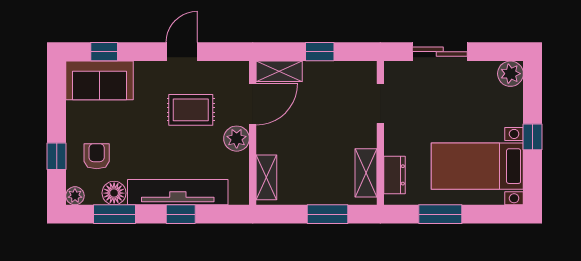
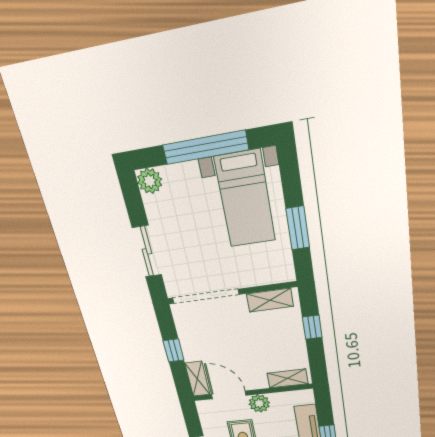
doorway: (380, 103) -> (205, 296), width x1.87
window: (533, 137) -> (206, 147), width x3.17
dresser: (395, 175) -> (267, 275), removed
window: (328, 214) -> (312, 327), width x0.67

